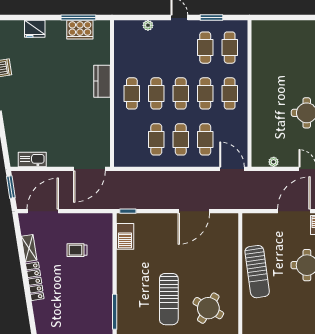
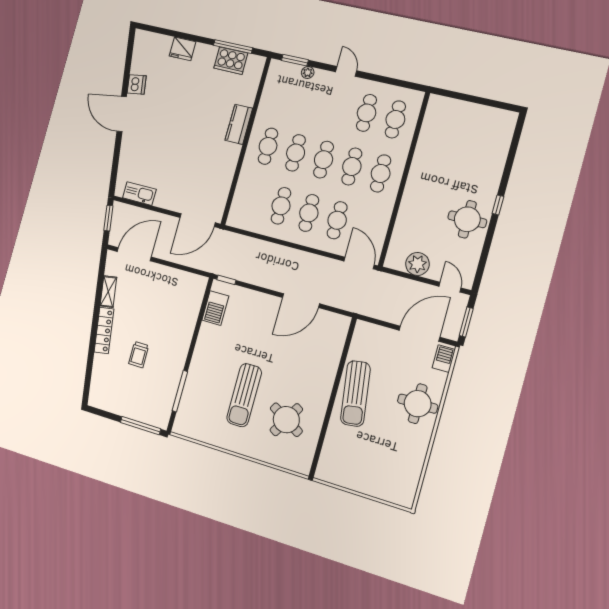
window: (211, 17) -> (295, 60), moved
plant: (274, 162) -> (417, 264), width x1.88, depth x1.88
trolley: (77, 250) -> (139, 355), moved, turned -90

